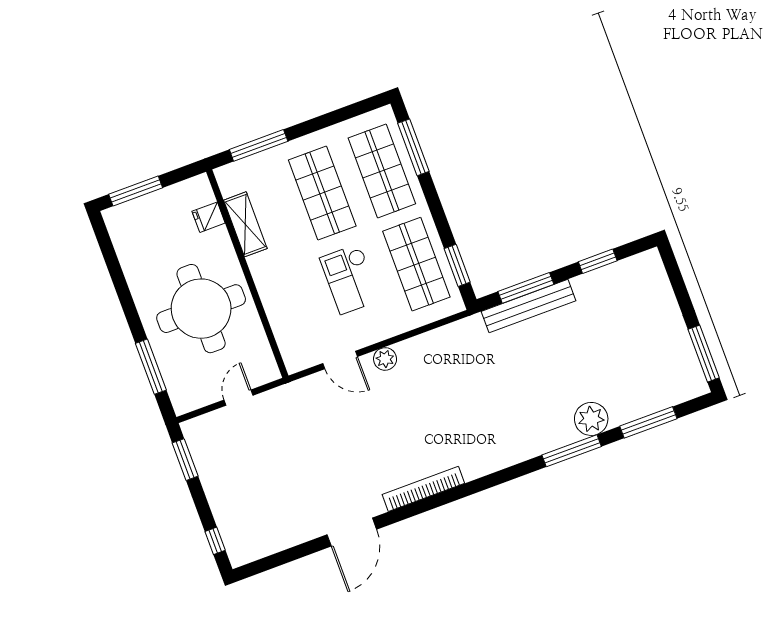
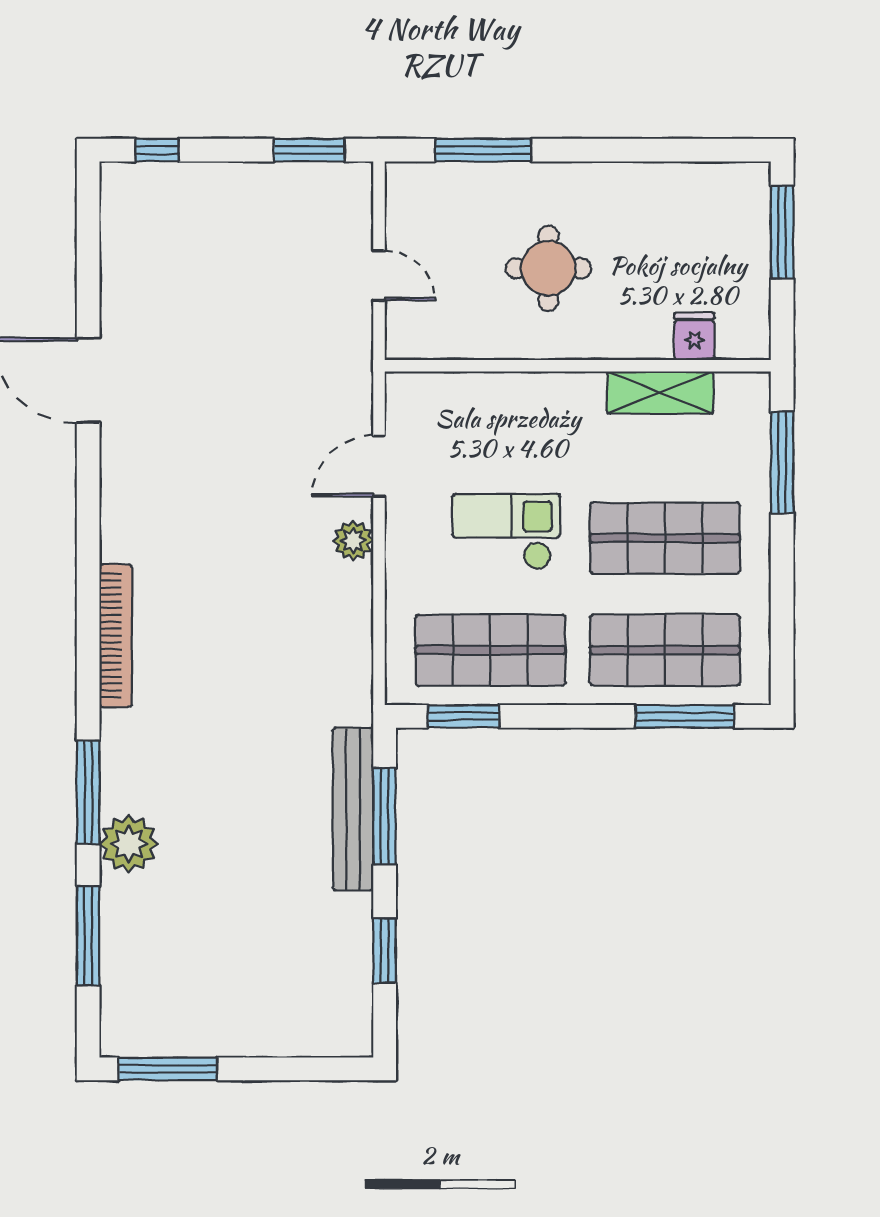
round table: (201, 309) -> (548, 268), width x0.54, depth x0.54
bookcase: (423, 489) -> (116, 636), moved

